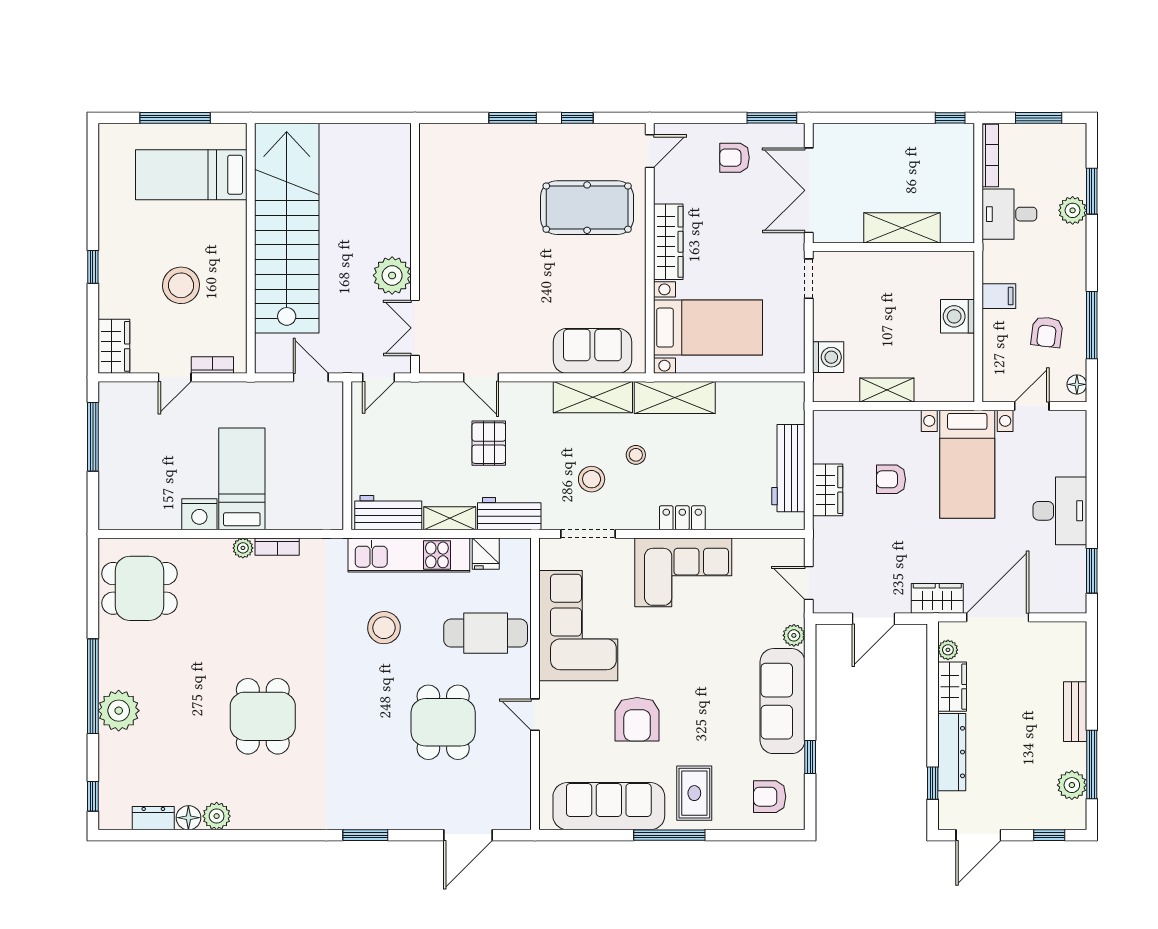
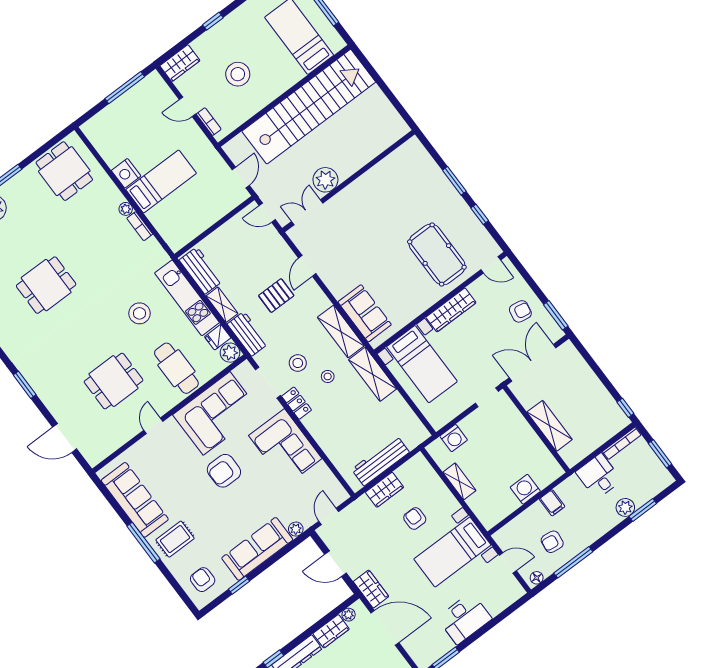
armchair: (734, 158) -> (520, 311), turned 100
locker: (682, 518) -> (297, 403), moved
plant: (516, 553) -> (230, 353), added
armchair: (637, 719) -> (224, 471), moved

